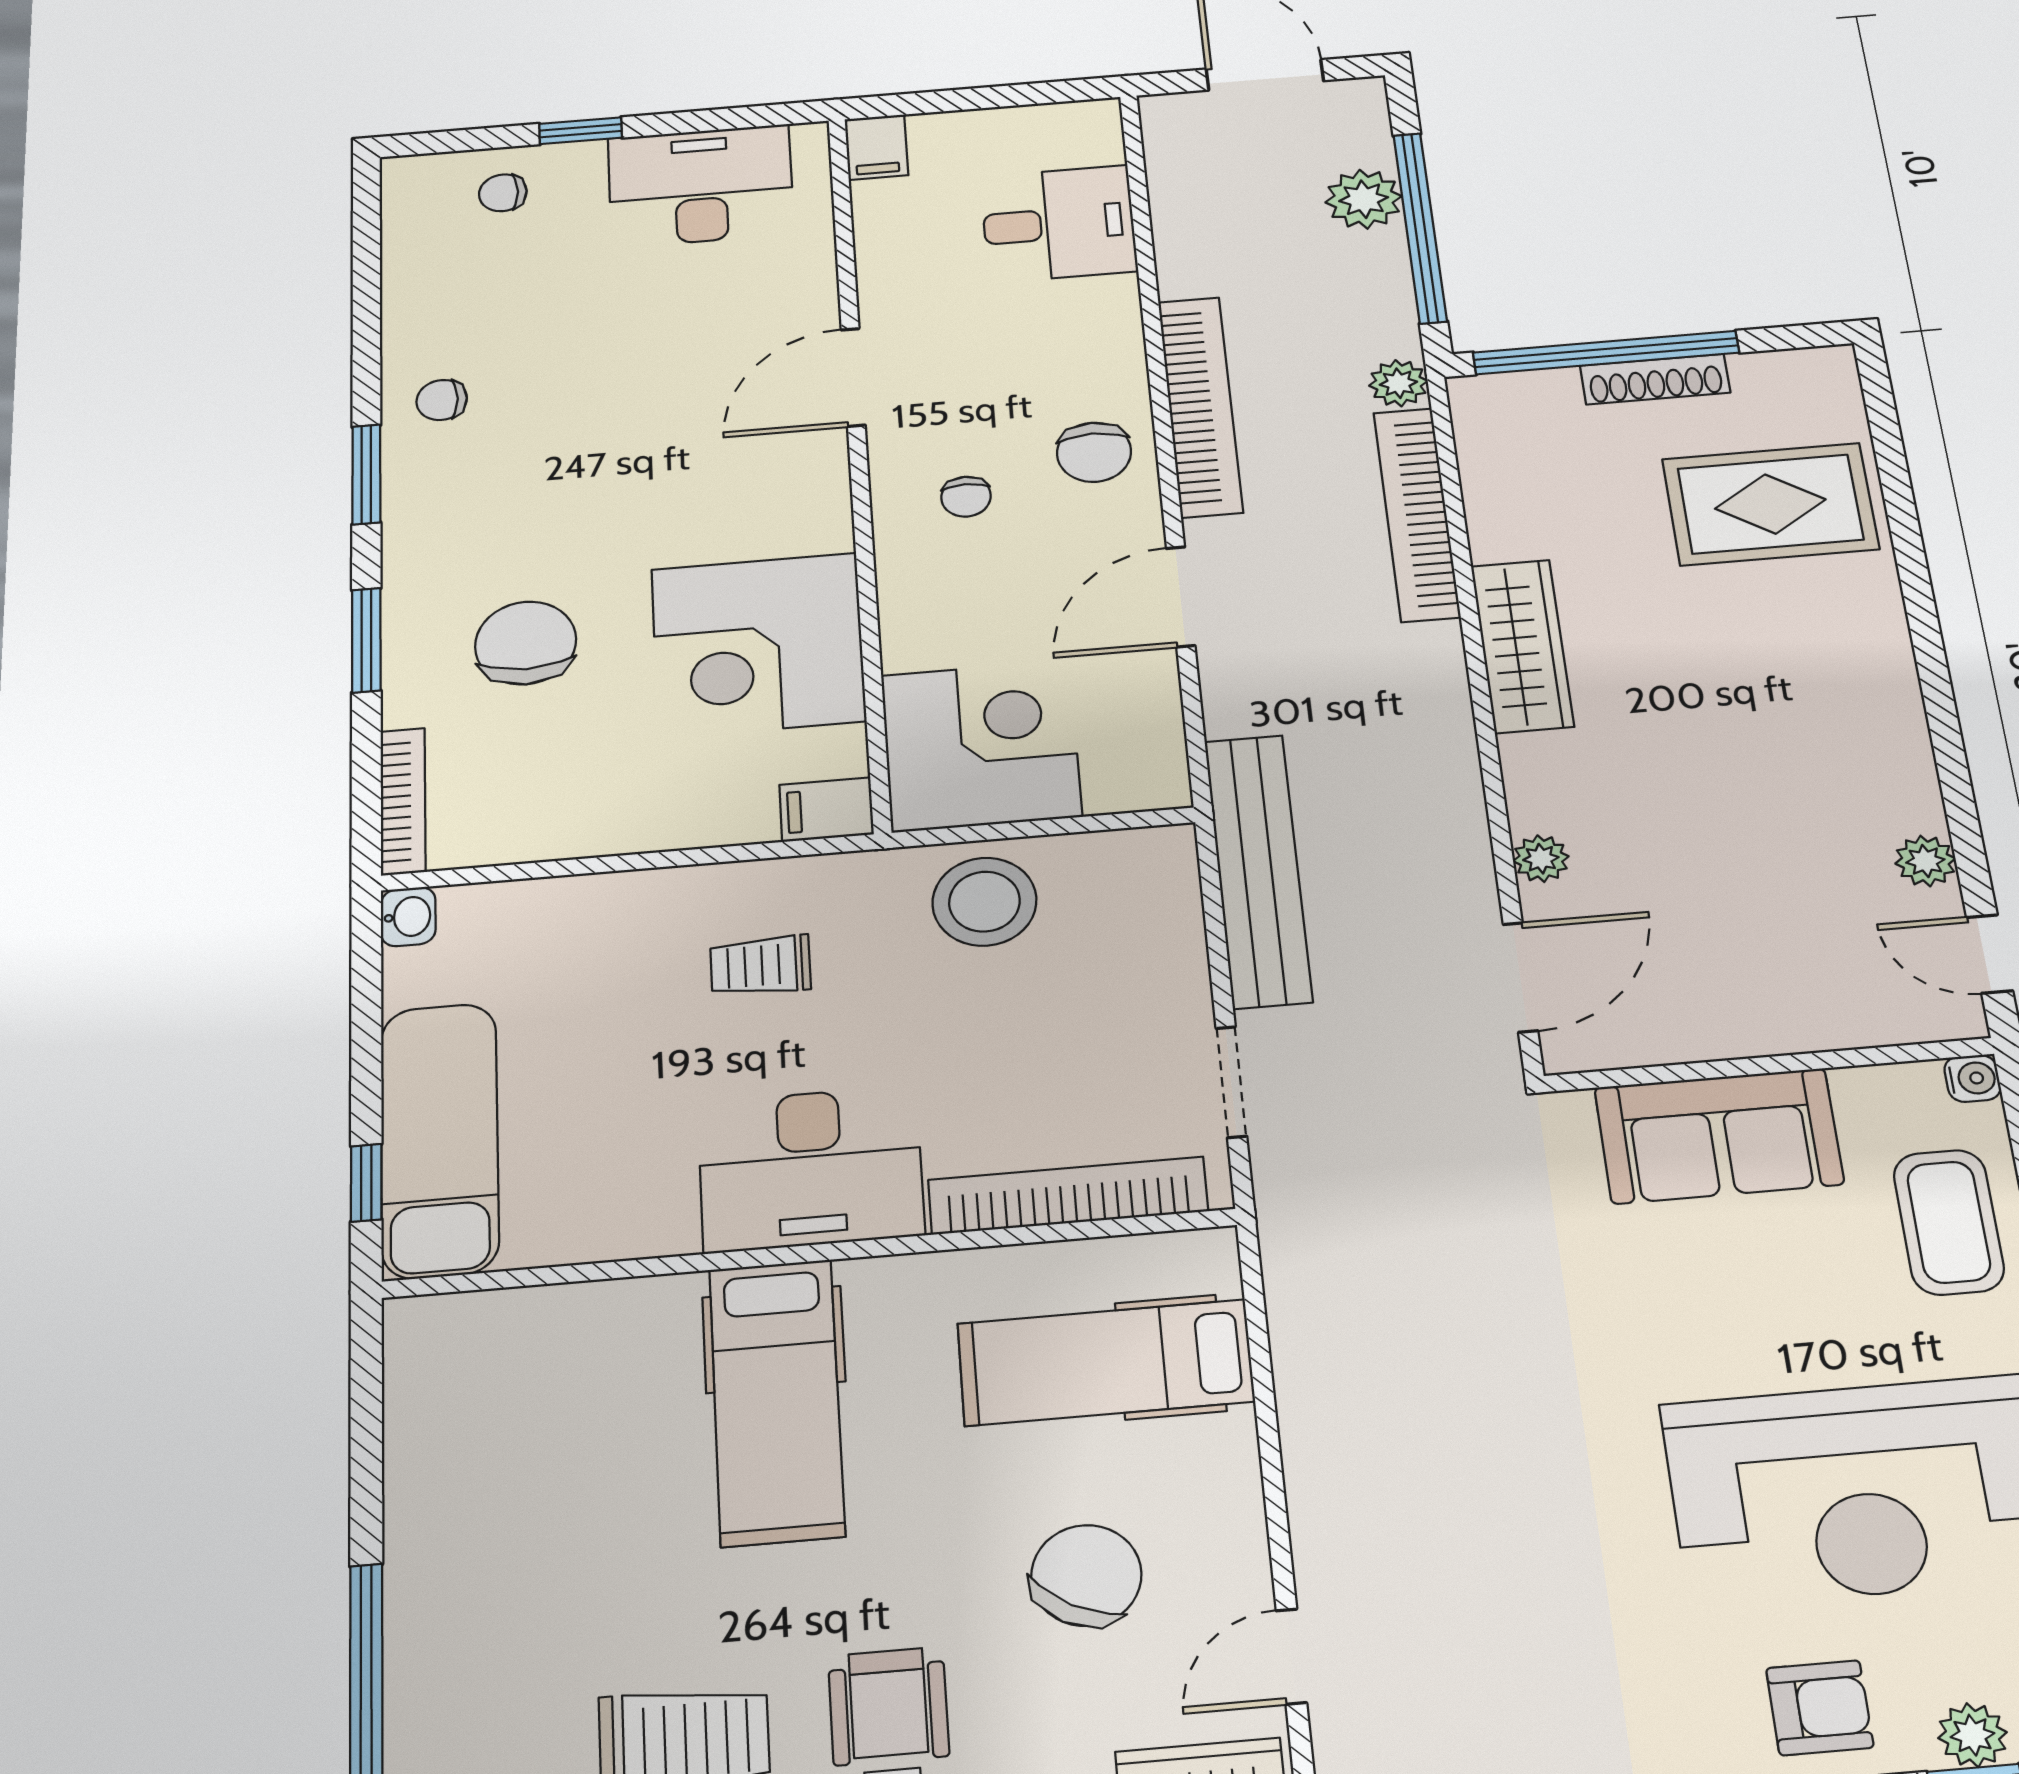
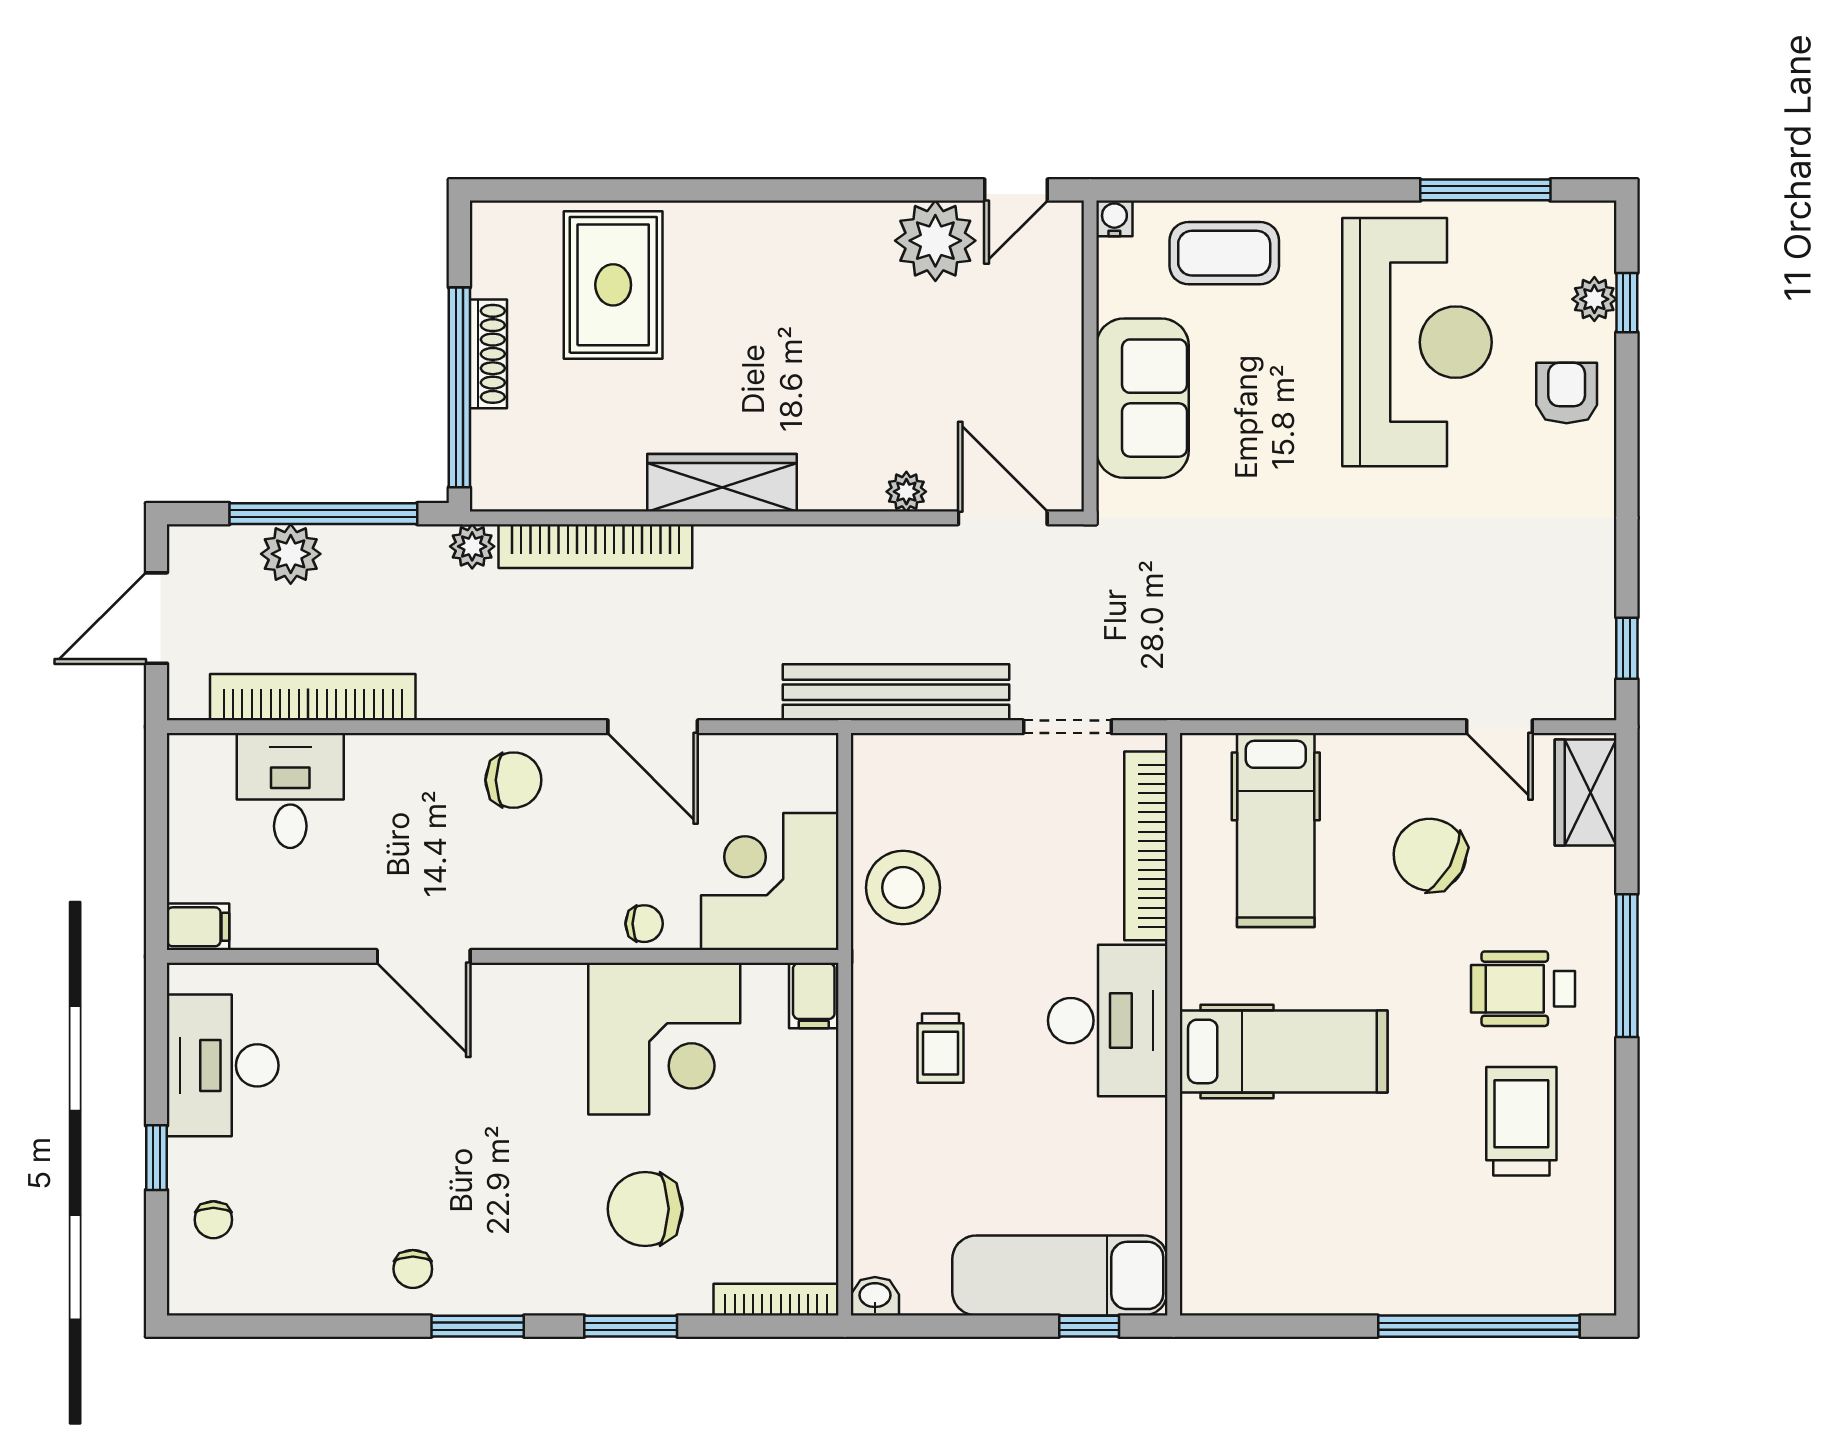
bookcase: (1200, 406) -> (313, 697), moved
chair: (966, 497) -> (644, 924), moved
plant: (1925, 861) -> (935, 241), width x1.88, depth x1.88

